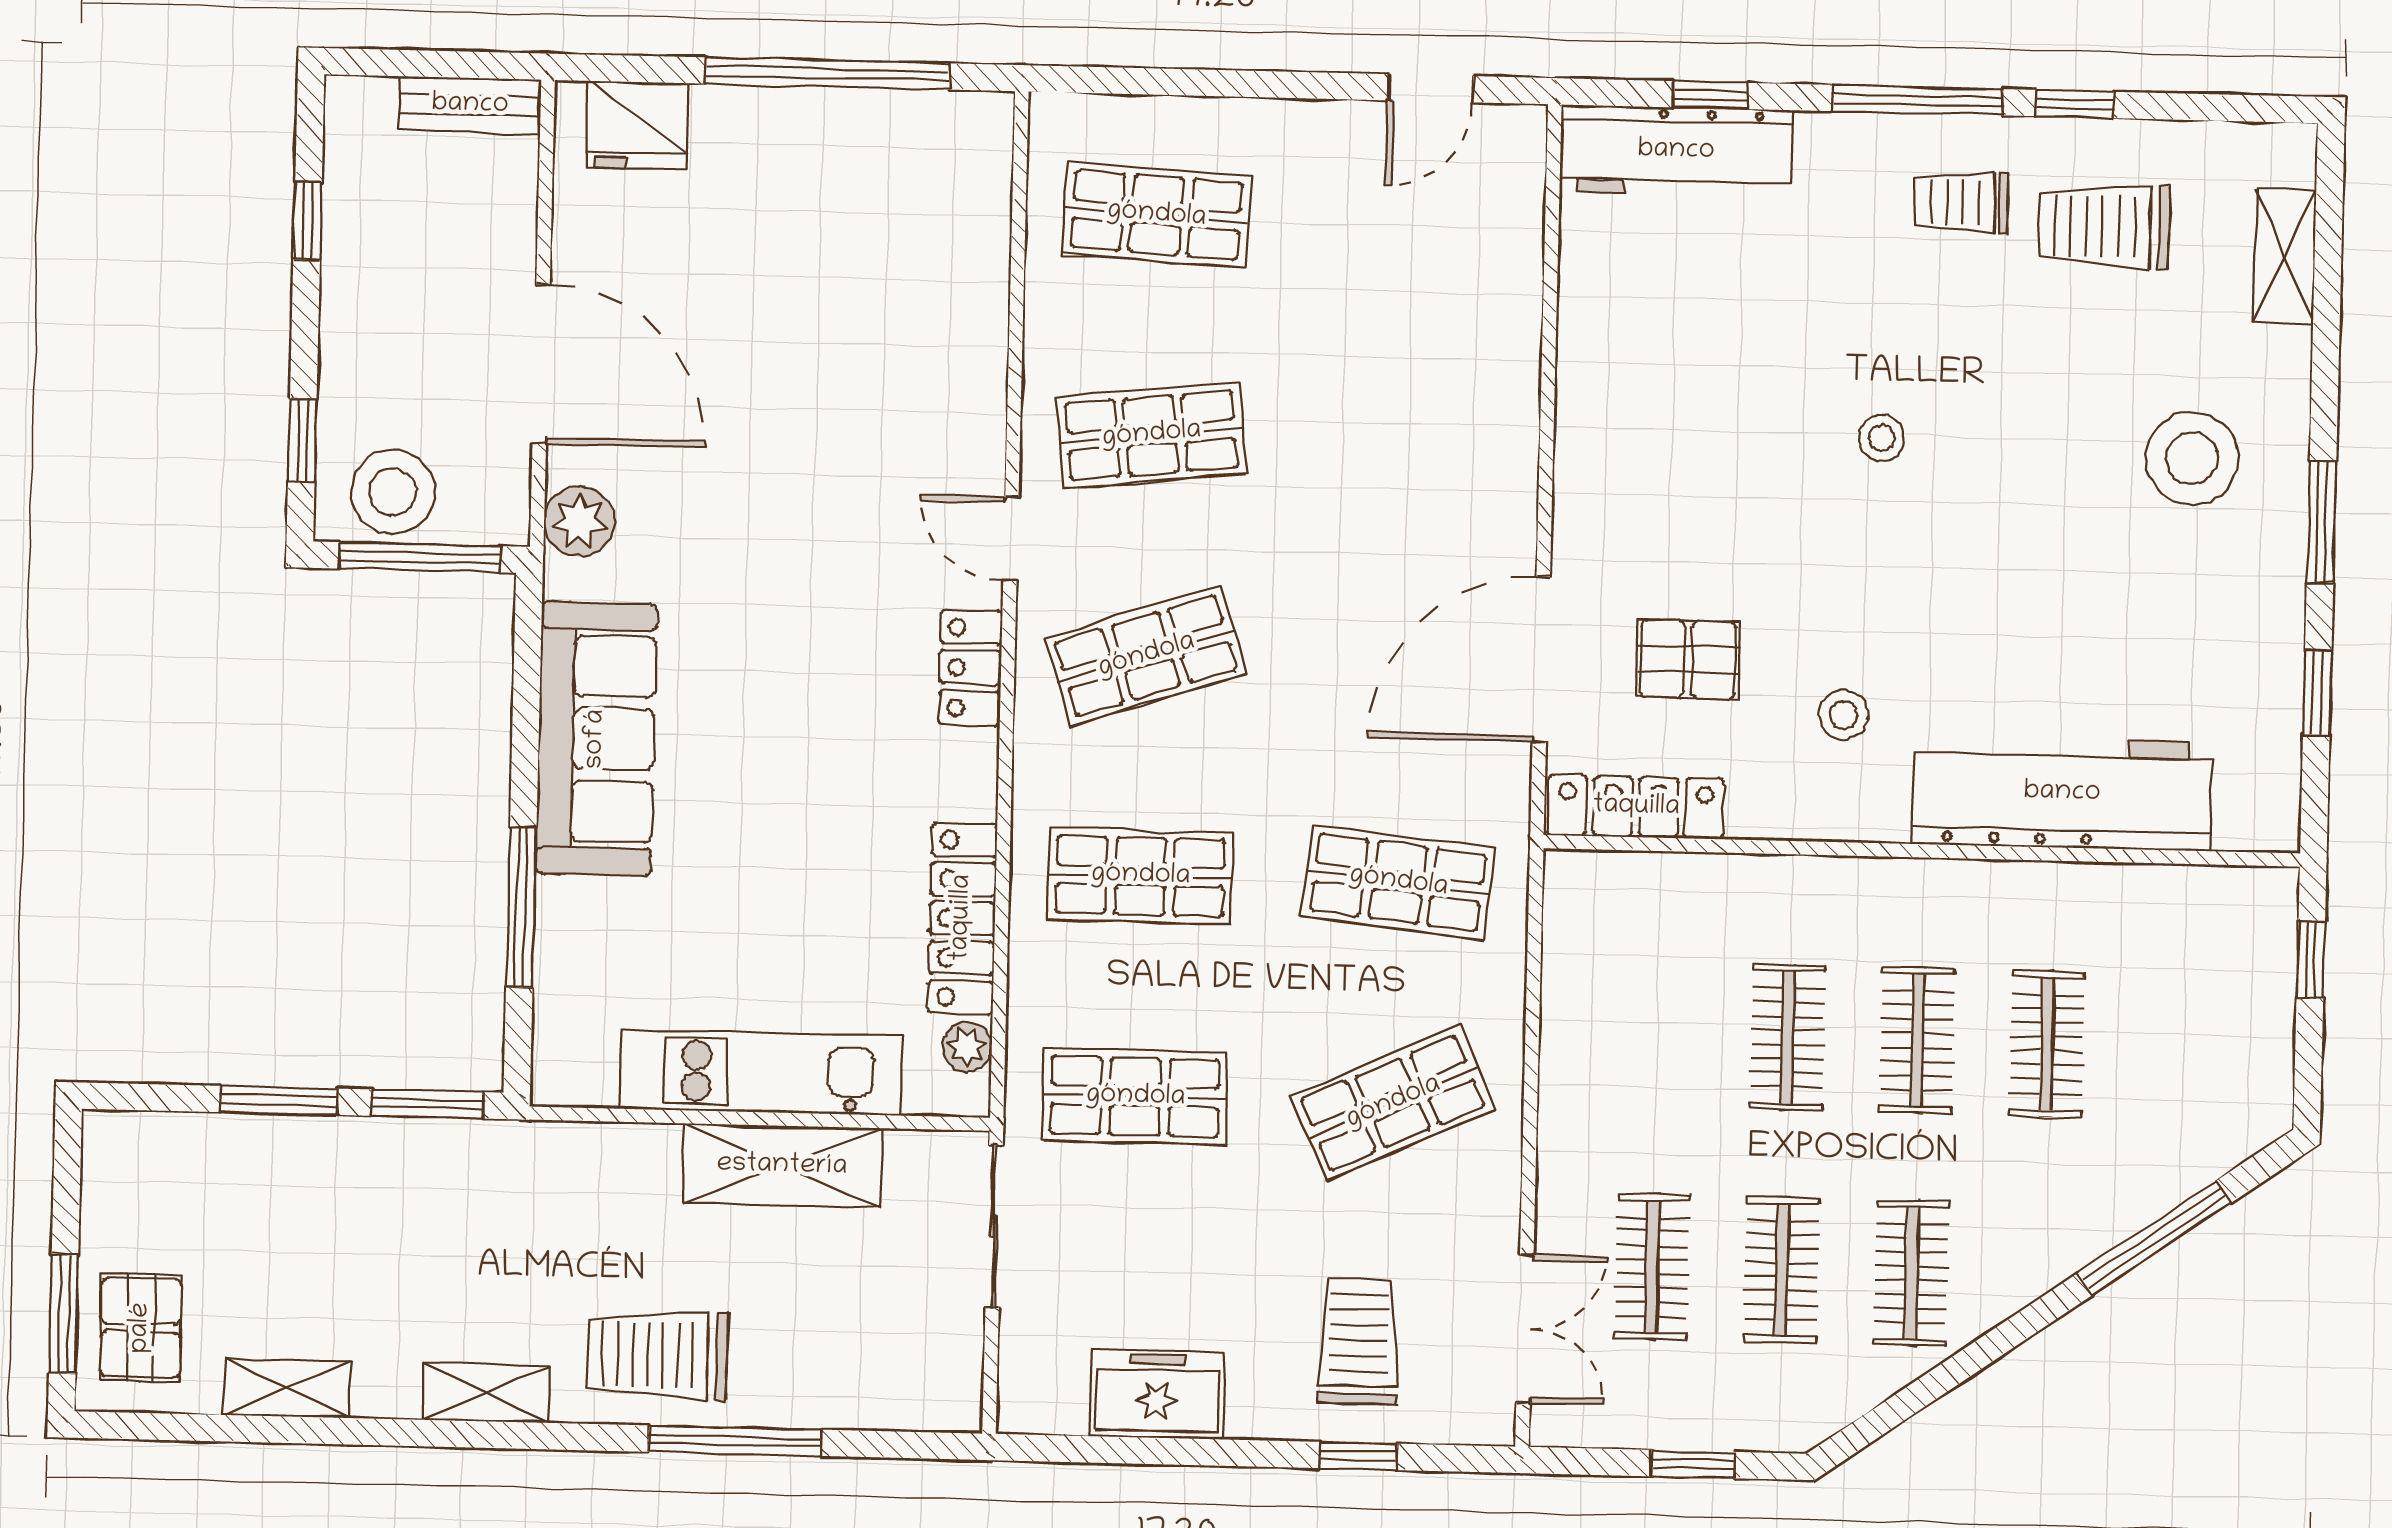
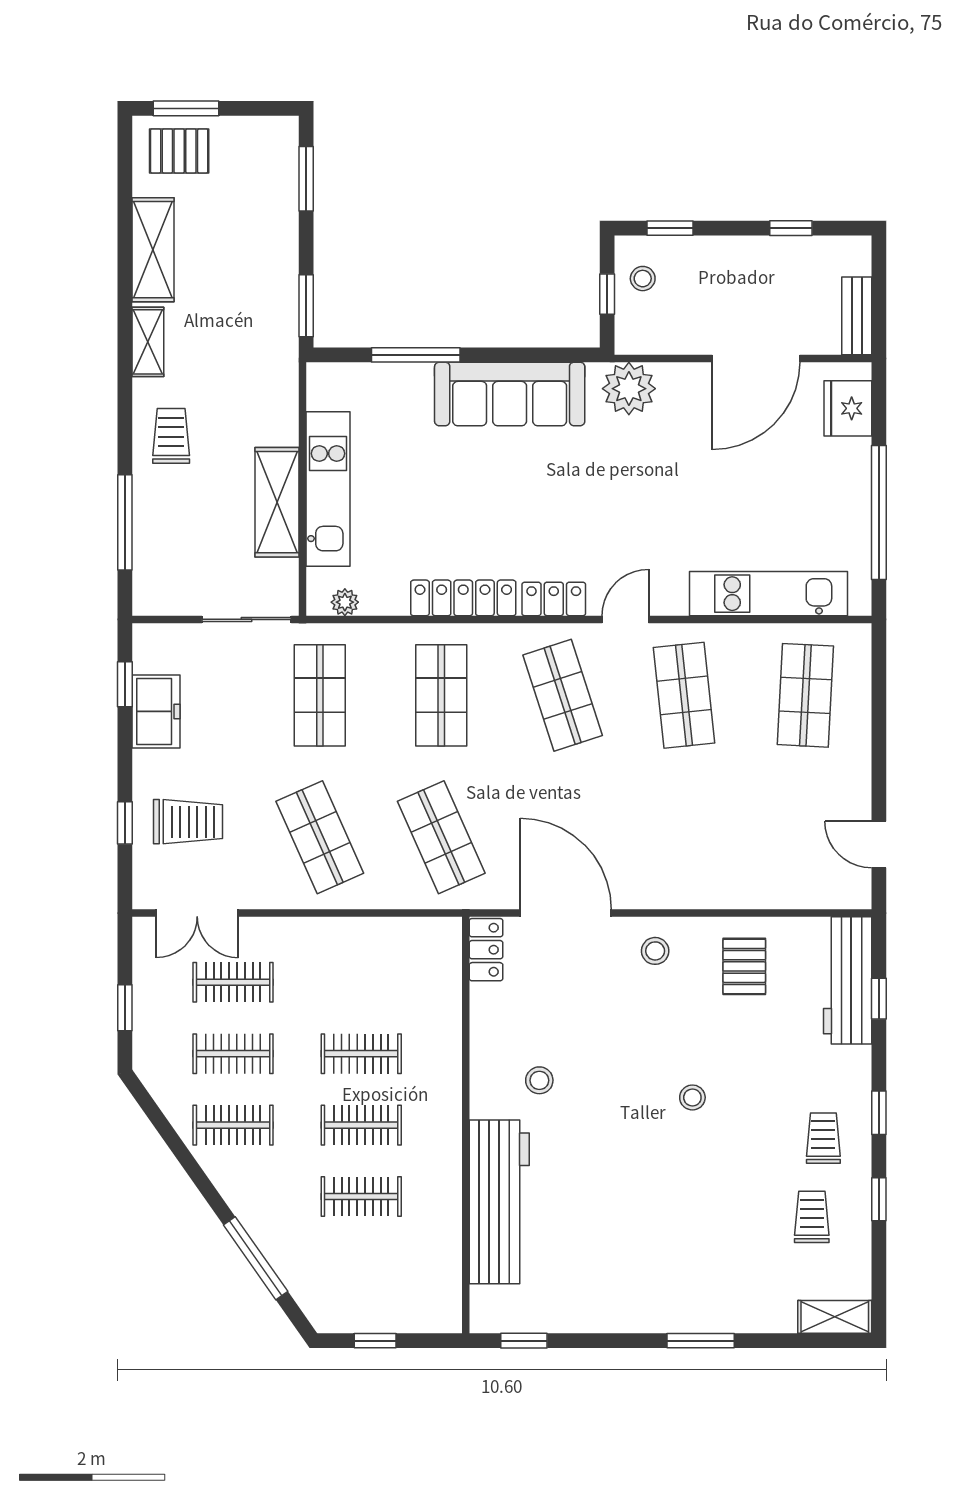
window: (1918, 100) -> (879, 1113), width x0.46
trolley: (2104, 226) -> (812, 1217), width x0.73, depth x0.72
shelving: (2285, 256) -> (835, 1317), moved
kitchen unit: (970, 277) -> (769, 594), added
door: (541, 364) -> (756, 359), moved
stool: (2192, 458) -> (655, 951), moved, width x0.53, depth x0.53
stool: (393, 492) -> (643, 279), width x0.53, depth x0.53
plant: (579, 521) -> (629, 389), width x1.36, depth x1.36
window: (2321, 522) -> (701, 1341), moved
window: (419, 557) -> (607, 294), width x0.46
pallet: (1688, 659) -> (744, 966), moved
window: (2317, 693) -> (524, 1341), moved
locker: (1636, 807) -> (486, 950), width x0.66
shop shelf: (1398, 882) -> (441, 837), turned -30
locker: (962, 918) -> (463, 598), moved
window: (2311, 960) -> (375, 1341), moved
window: (278, 1100) -> (306, 179), moved
trolley: (658, 1355) -> (171, 436), width x0.73, depth x0.72
shelving: (287, 1388) -> (153, 250), width x1.50, depth x1.33
window: (735, 1441) -> (125, 522), moved
window: (1106, 1450) -> (125, 684), added

